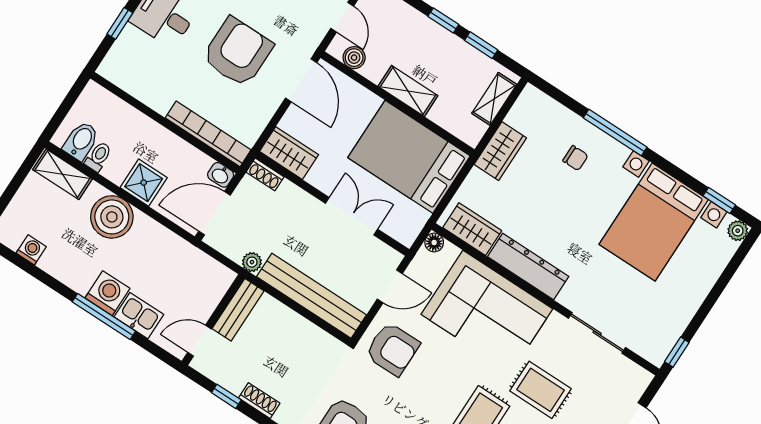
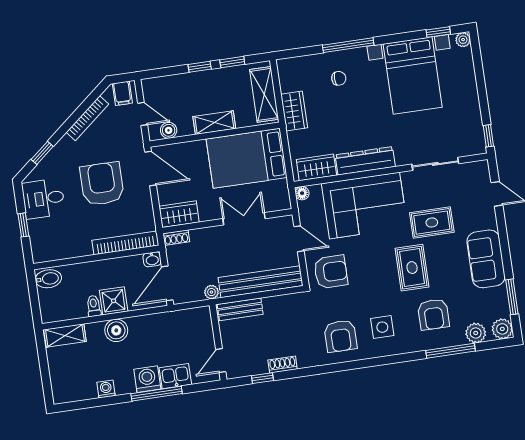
shelving: (494, 99) -> (264, 94), width x1.50, depth x1.33
bidet: (81, 141) -> (48, 279), moved, turned 90
toilet: (98, 157) -> (94, 306), moved
boiler: (112, 217) -> (116, 330), width x0.73, depth x0.73
washing machine: (31, 250) -> (106, 389), moved
door: (390, 286) -> (299, 239), hinge flipped
bench: (238, 310) -> (240, 309), moved, turned 90

